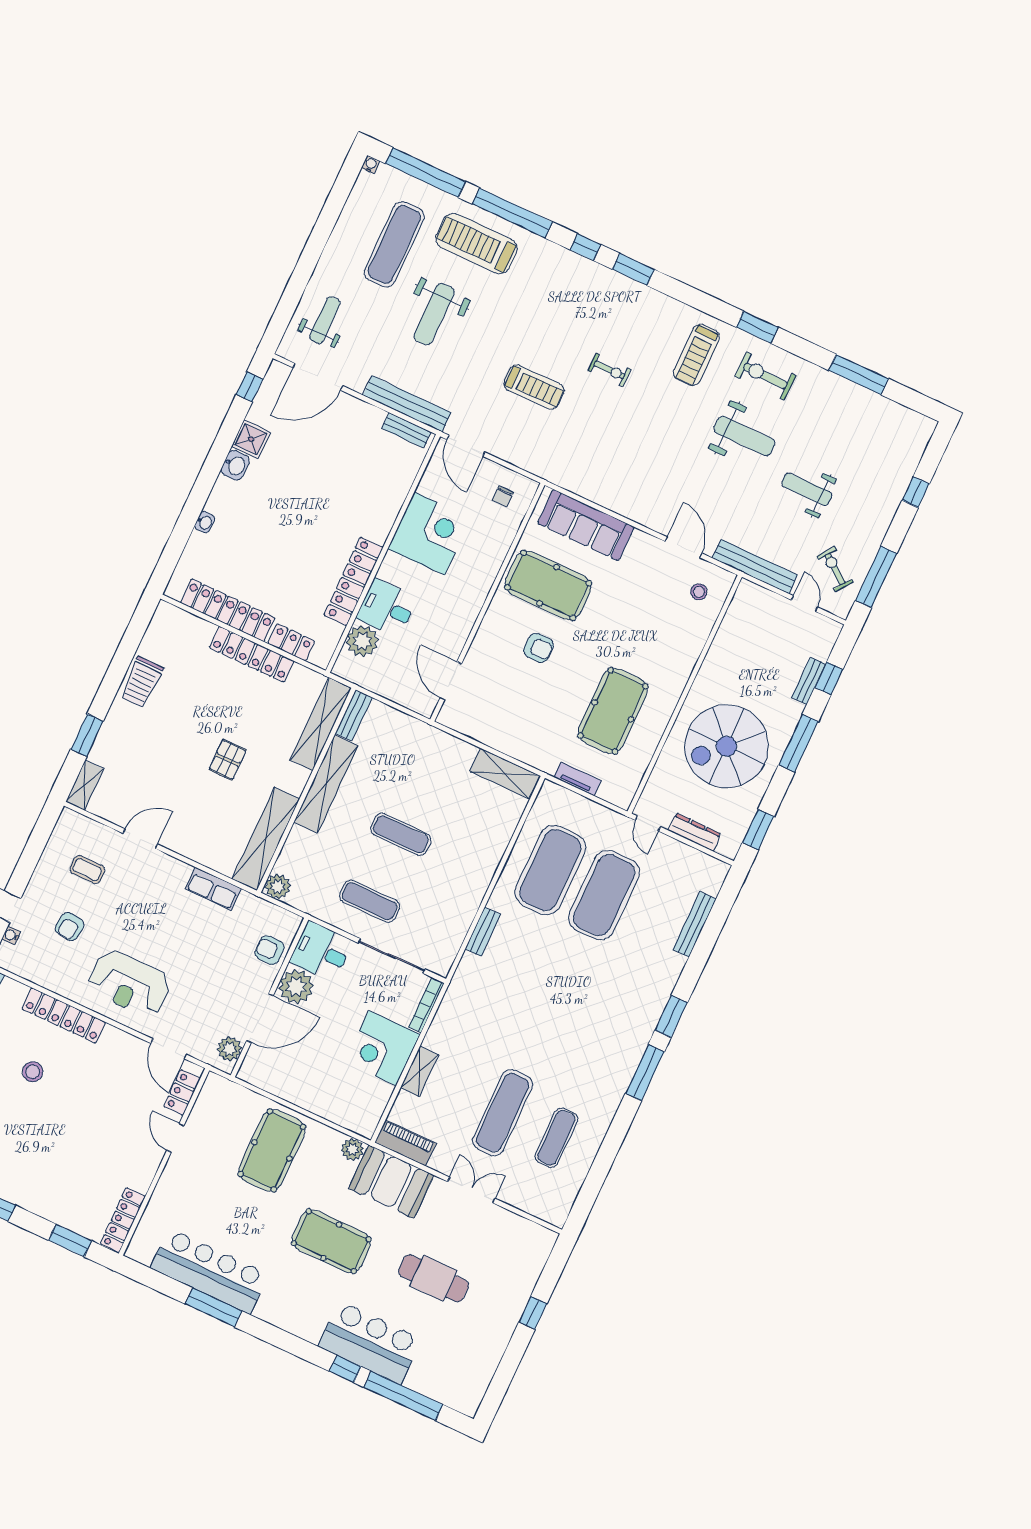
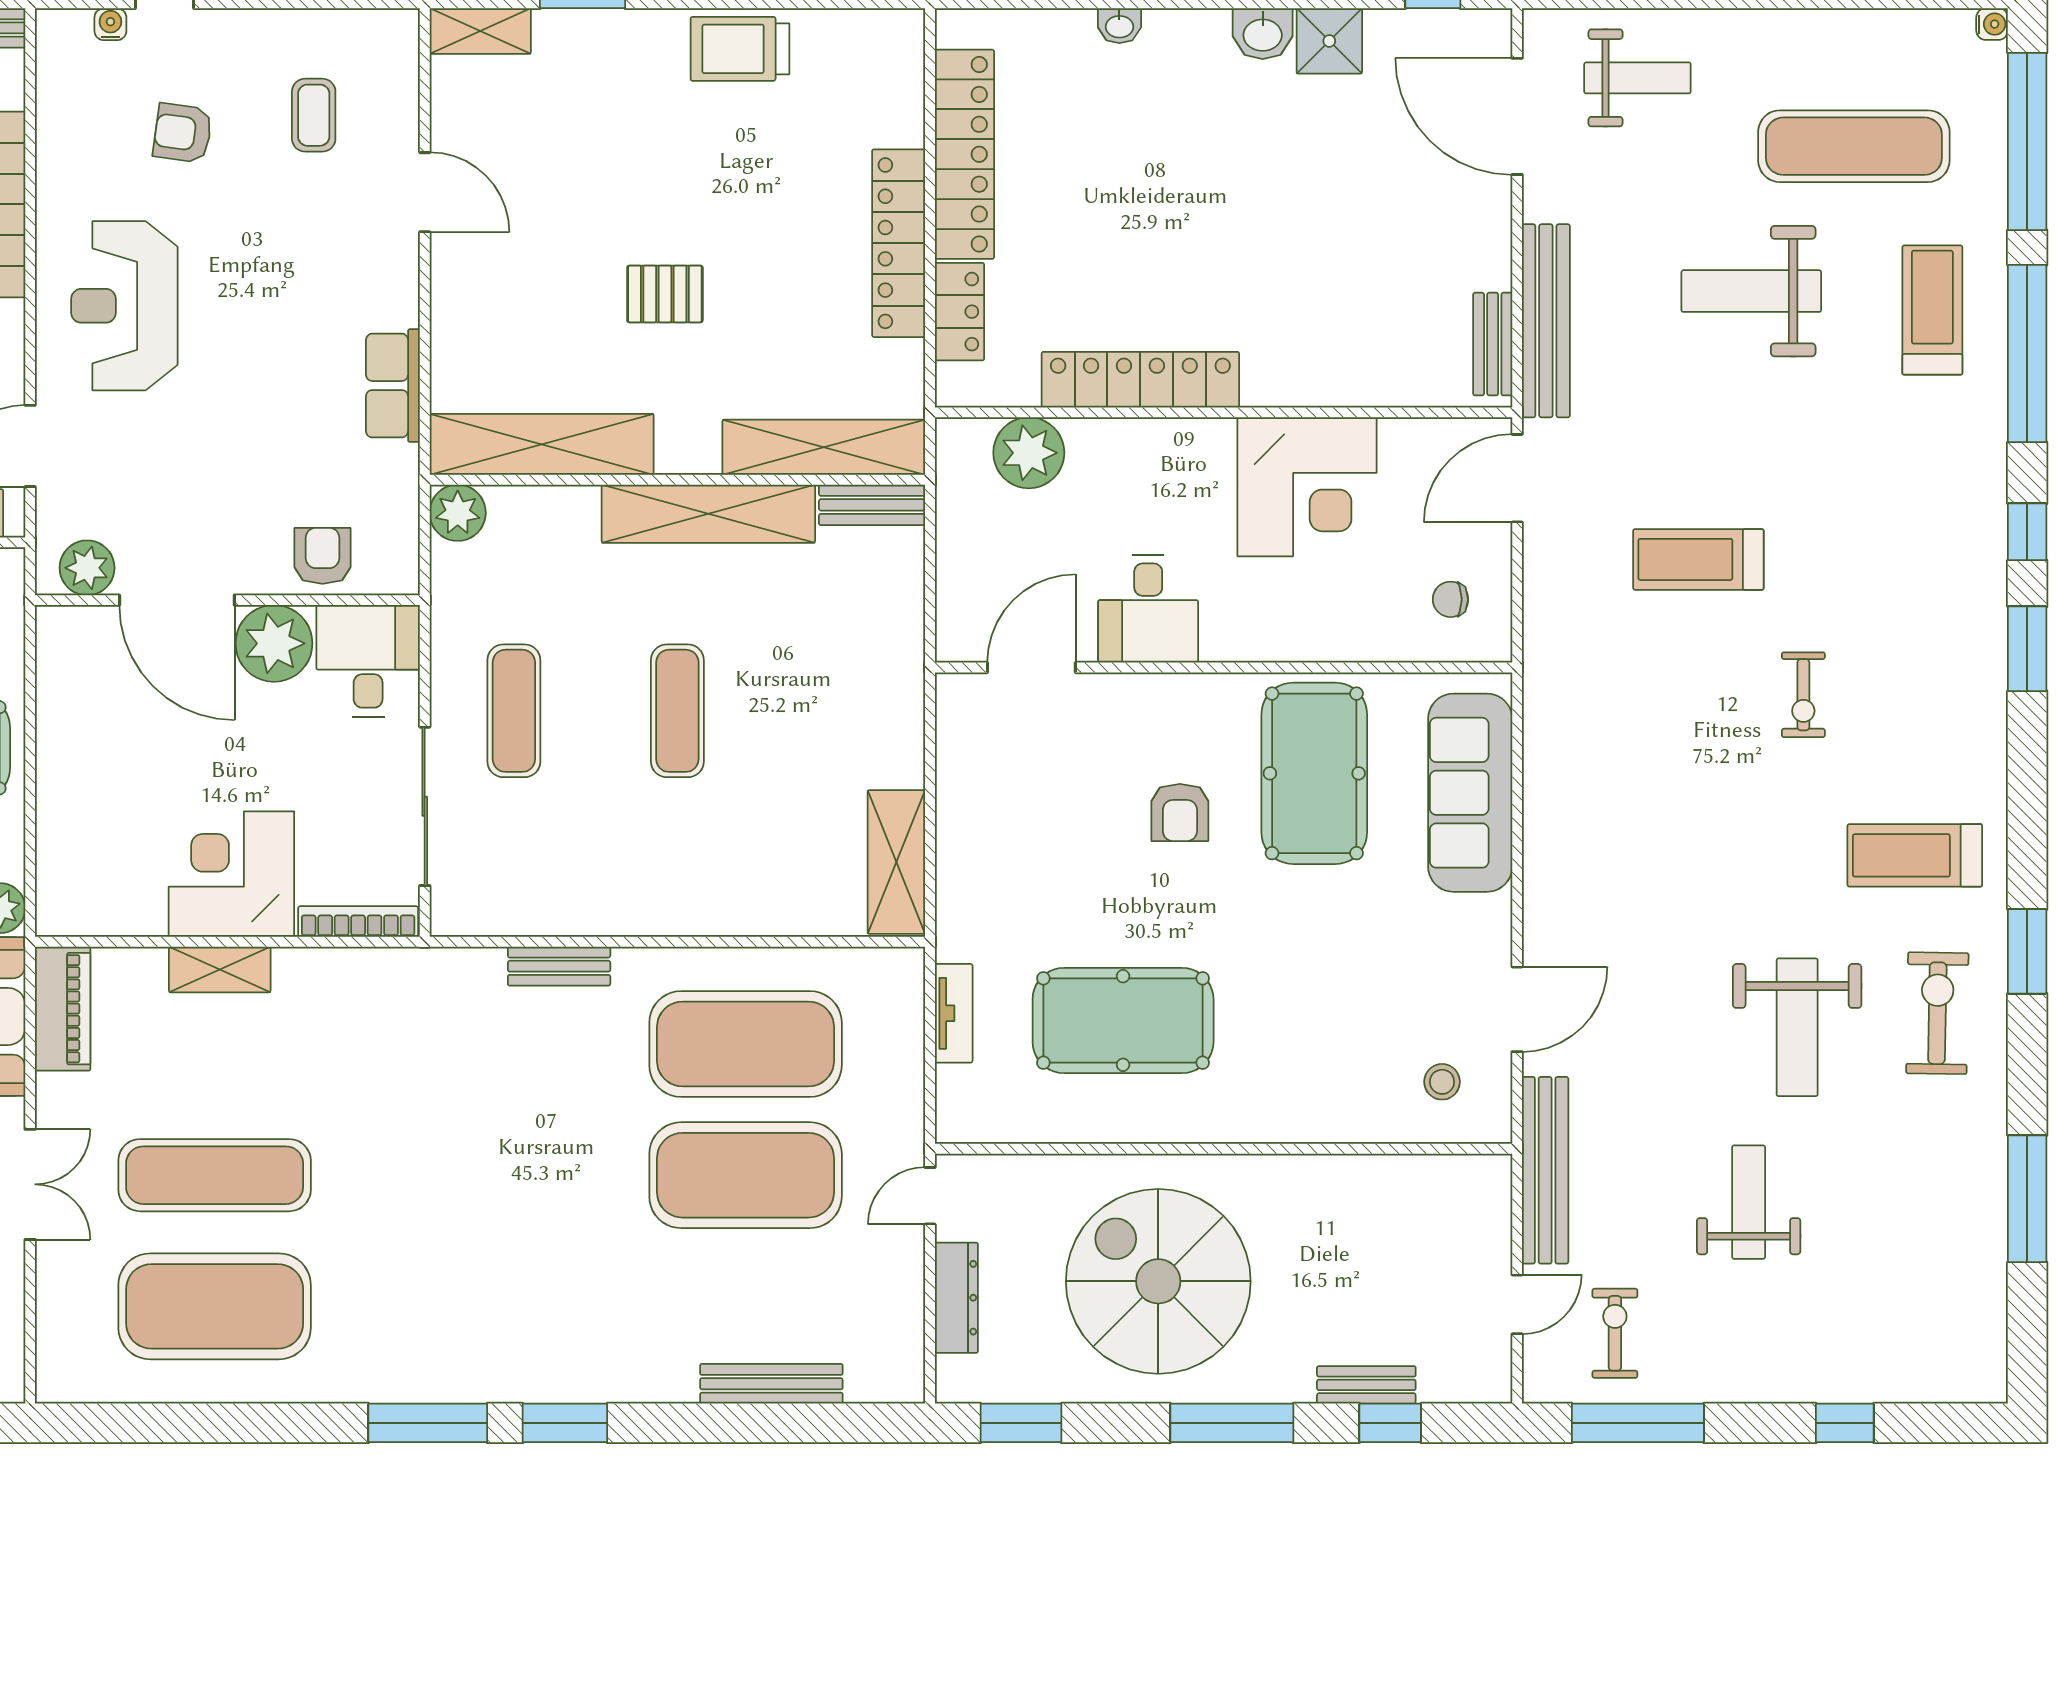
treadmill: (476, 244) -> (1932, 310), width x0.73, depth x0.73
treadmill: (534, 387) -> (1698, 559), turned 90
exercise bike: (835, 569) -> (1615, 1333), turned -37
desk: (387, 608) -> (1148, 609), moved, turned 180
exercise mat: (556, 1138) -> (215, 1306), width x2.00, depth x1.45

